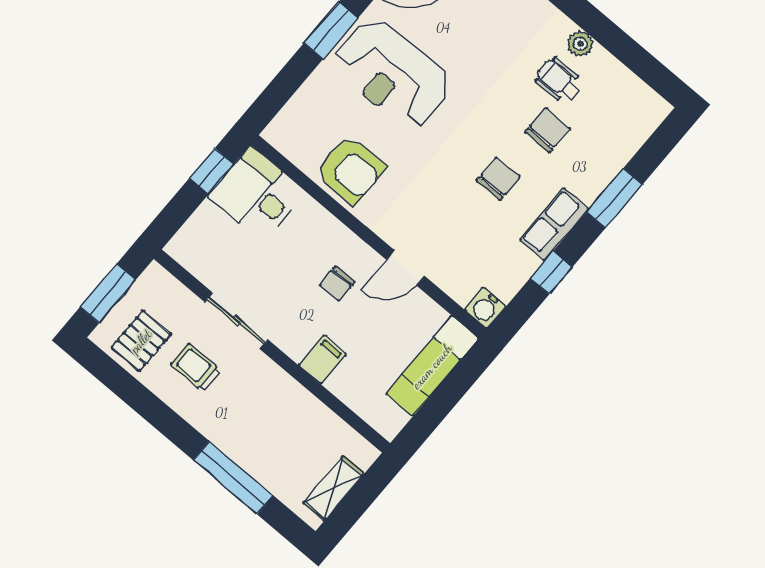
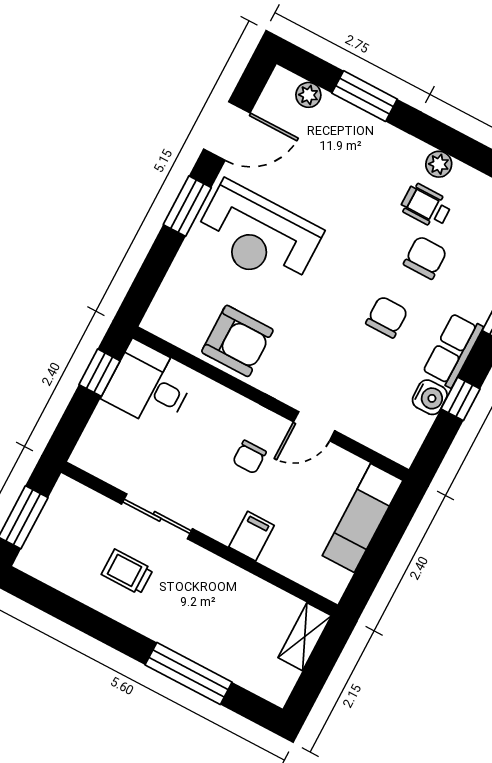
water cooler: (485, 308) -> (430, 397), moved, turned -90
pallet: (141, 341) -> (67, 557), removed
shelving: (334, 489) -> (305, 637), moved

